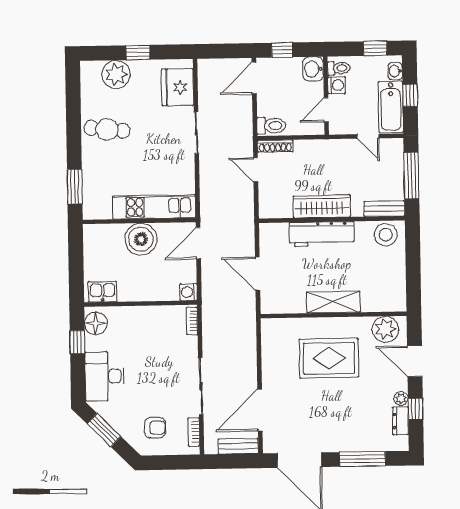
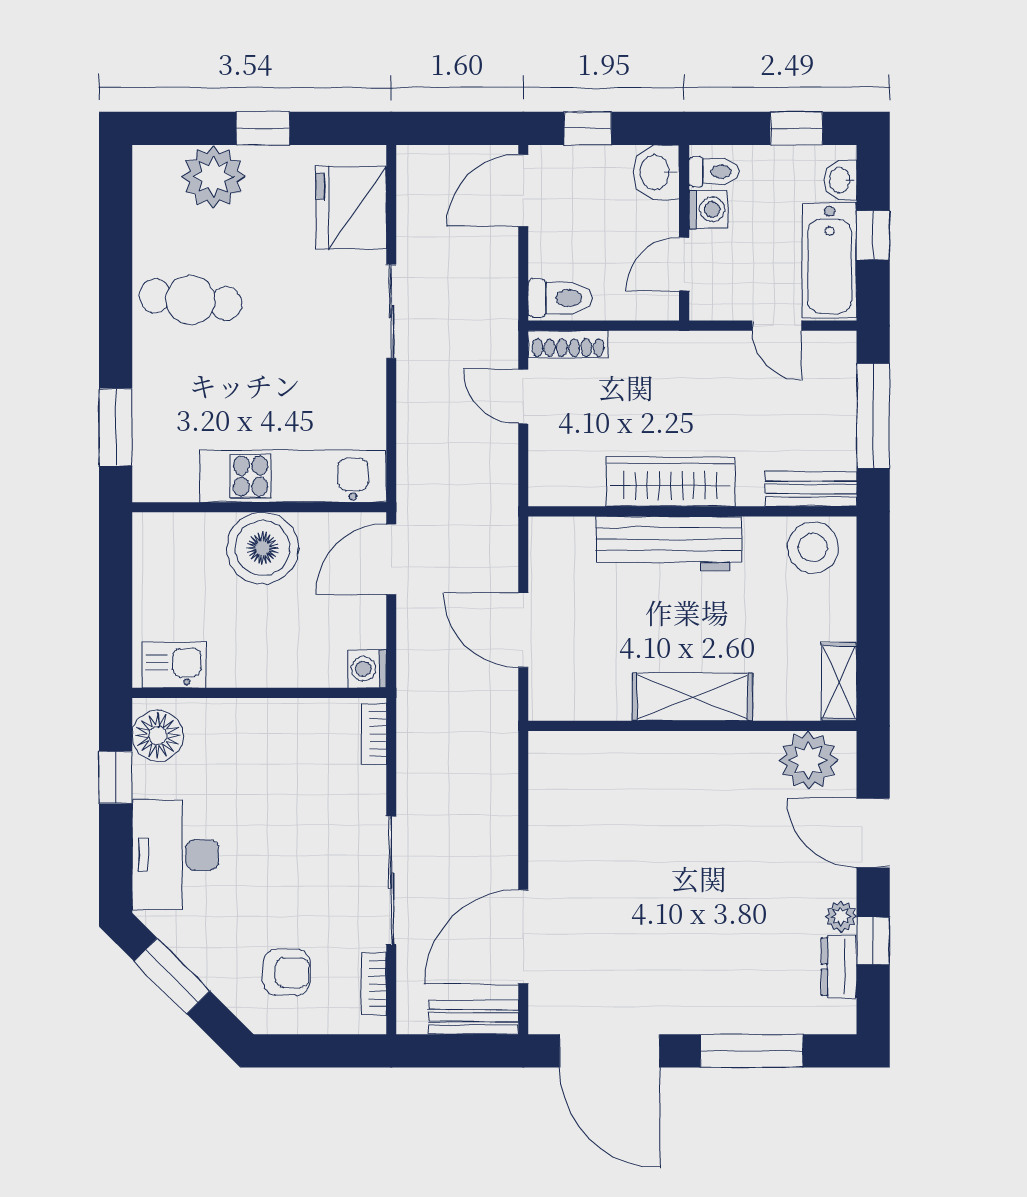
shelving: (398, 294) -> (839, 682), added
rug: (329, 358) -> (680, 823), removed

